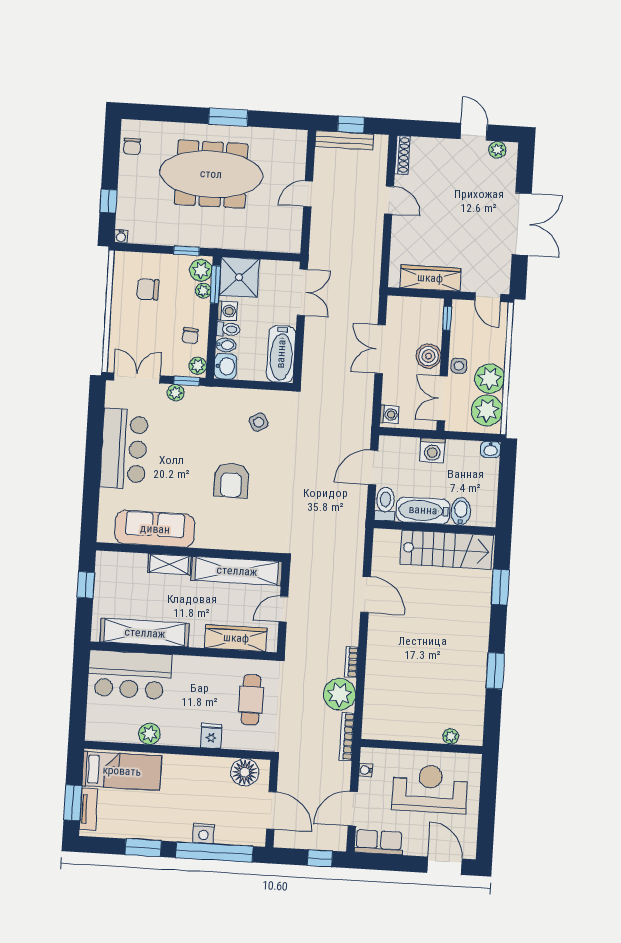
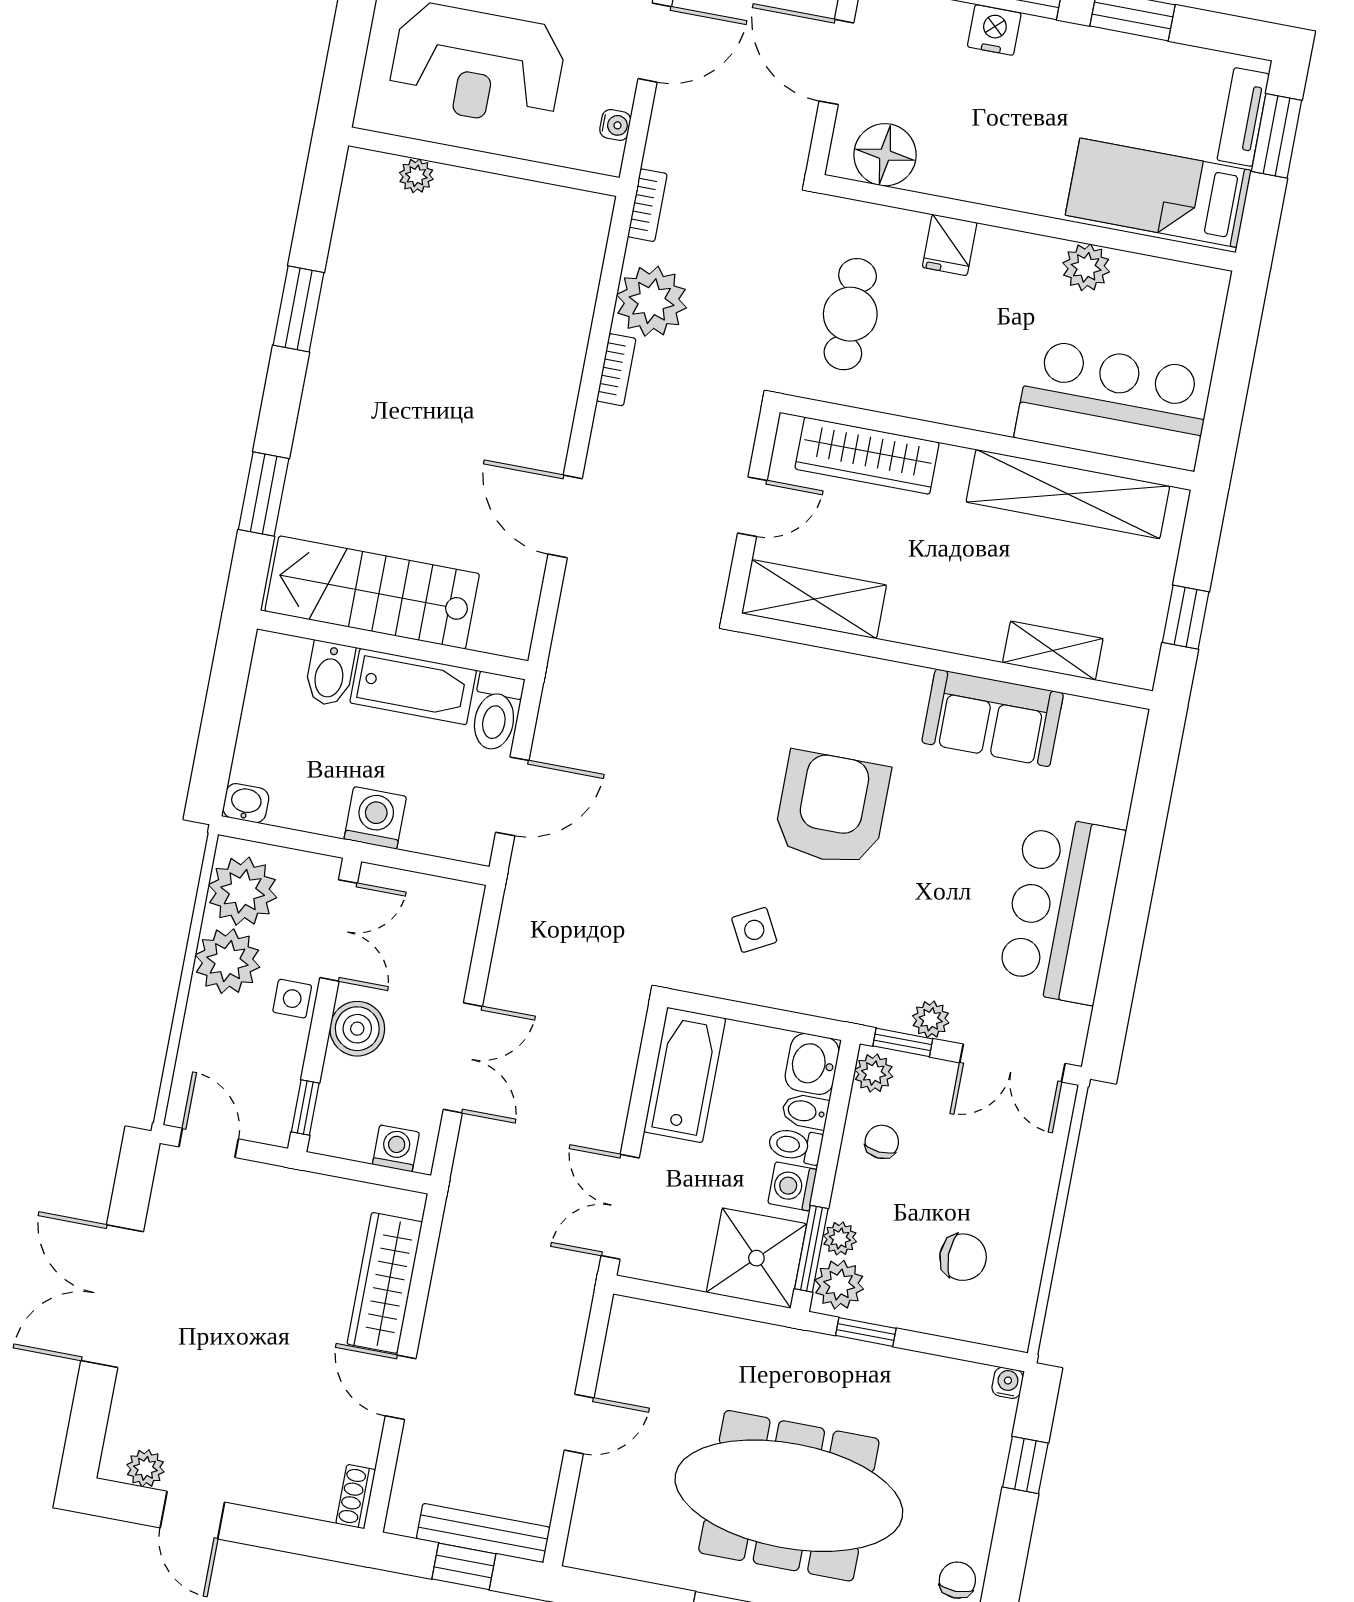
shoe rack: (402, 155) -> (356, 1497), width x0.70
wardrobe: (430, 278) -> (385, 1283), moved, turned 90
washing machine: (389, 414) -> (396, 1148), moved, turned 90
armchair: (231, 480) -> (832, 808), width x1.36, depth x1.36
sofa: (155, 529) -> (993, 718), width x0.73
shelving: (169, 564) -> (1053, 651), moved
shelving: (237, 571) -> (814, 599), width x0.68
bookcase: (347, 736) -> (647, 205), width x0.64

